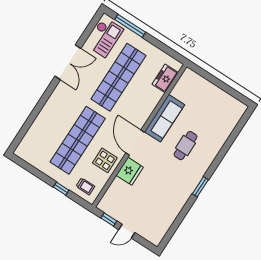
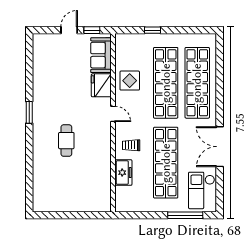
freezer: (165, 78) -> (123, 173), moved
sofa: (164, 118) -> (101, 55), moved, width x0.73
shop shelf: (53, 124) -> (197, 83), added
door: (135, 143) -> (113, 114), width x0.53
trolley: (85, 186) -> (131, 145), moved

